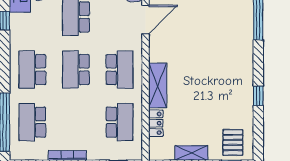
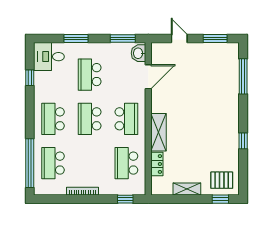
school desk: (120, 122) -> (126, 163), turned 180
pallet: (233, 143) -> (222, 180), turned 90

